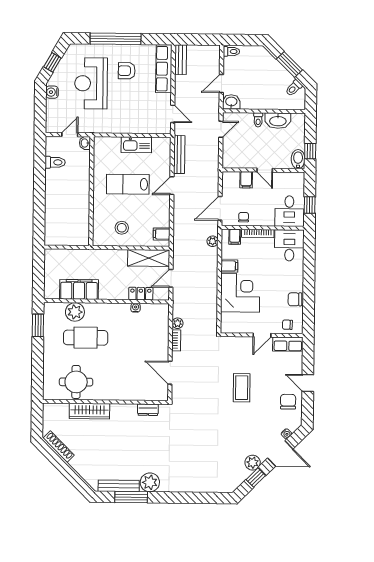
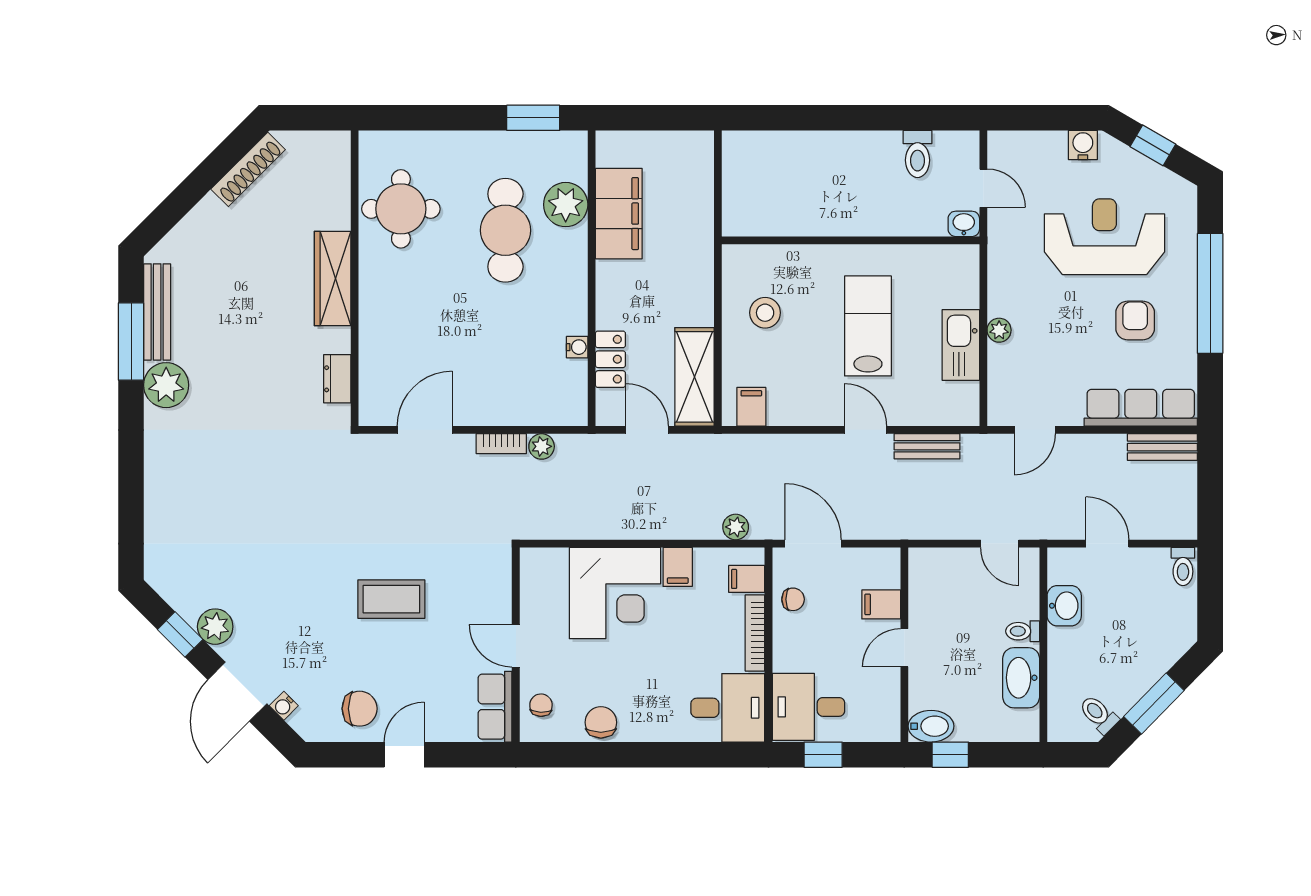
washbasin: (231, 102) -> (1064, 606), moved
plant: (130, 128) -> (999, 330), added
bench: (179, 155) -> (927, 446), width x0.73
wardrobe: (89, 411) -> (333, 279), moved

